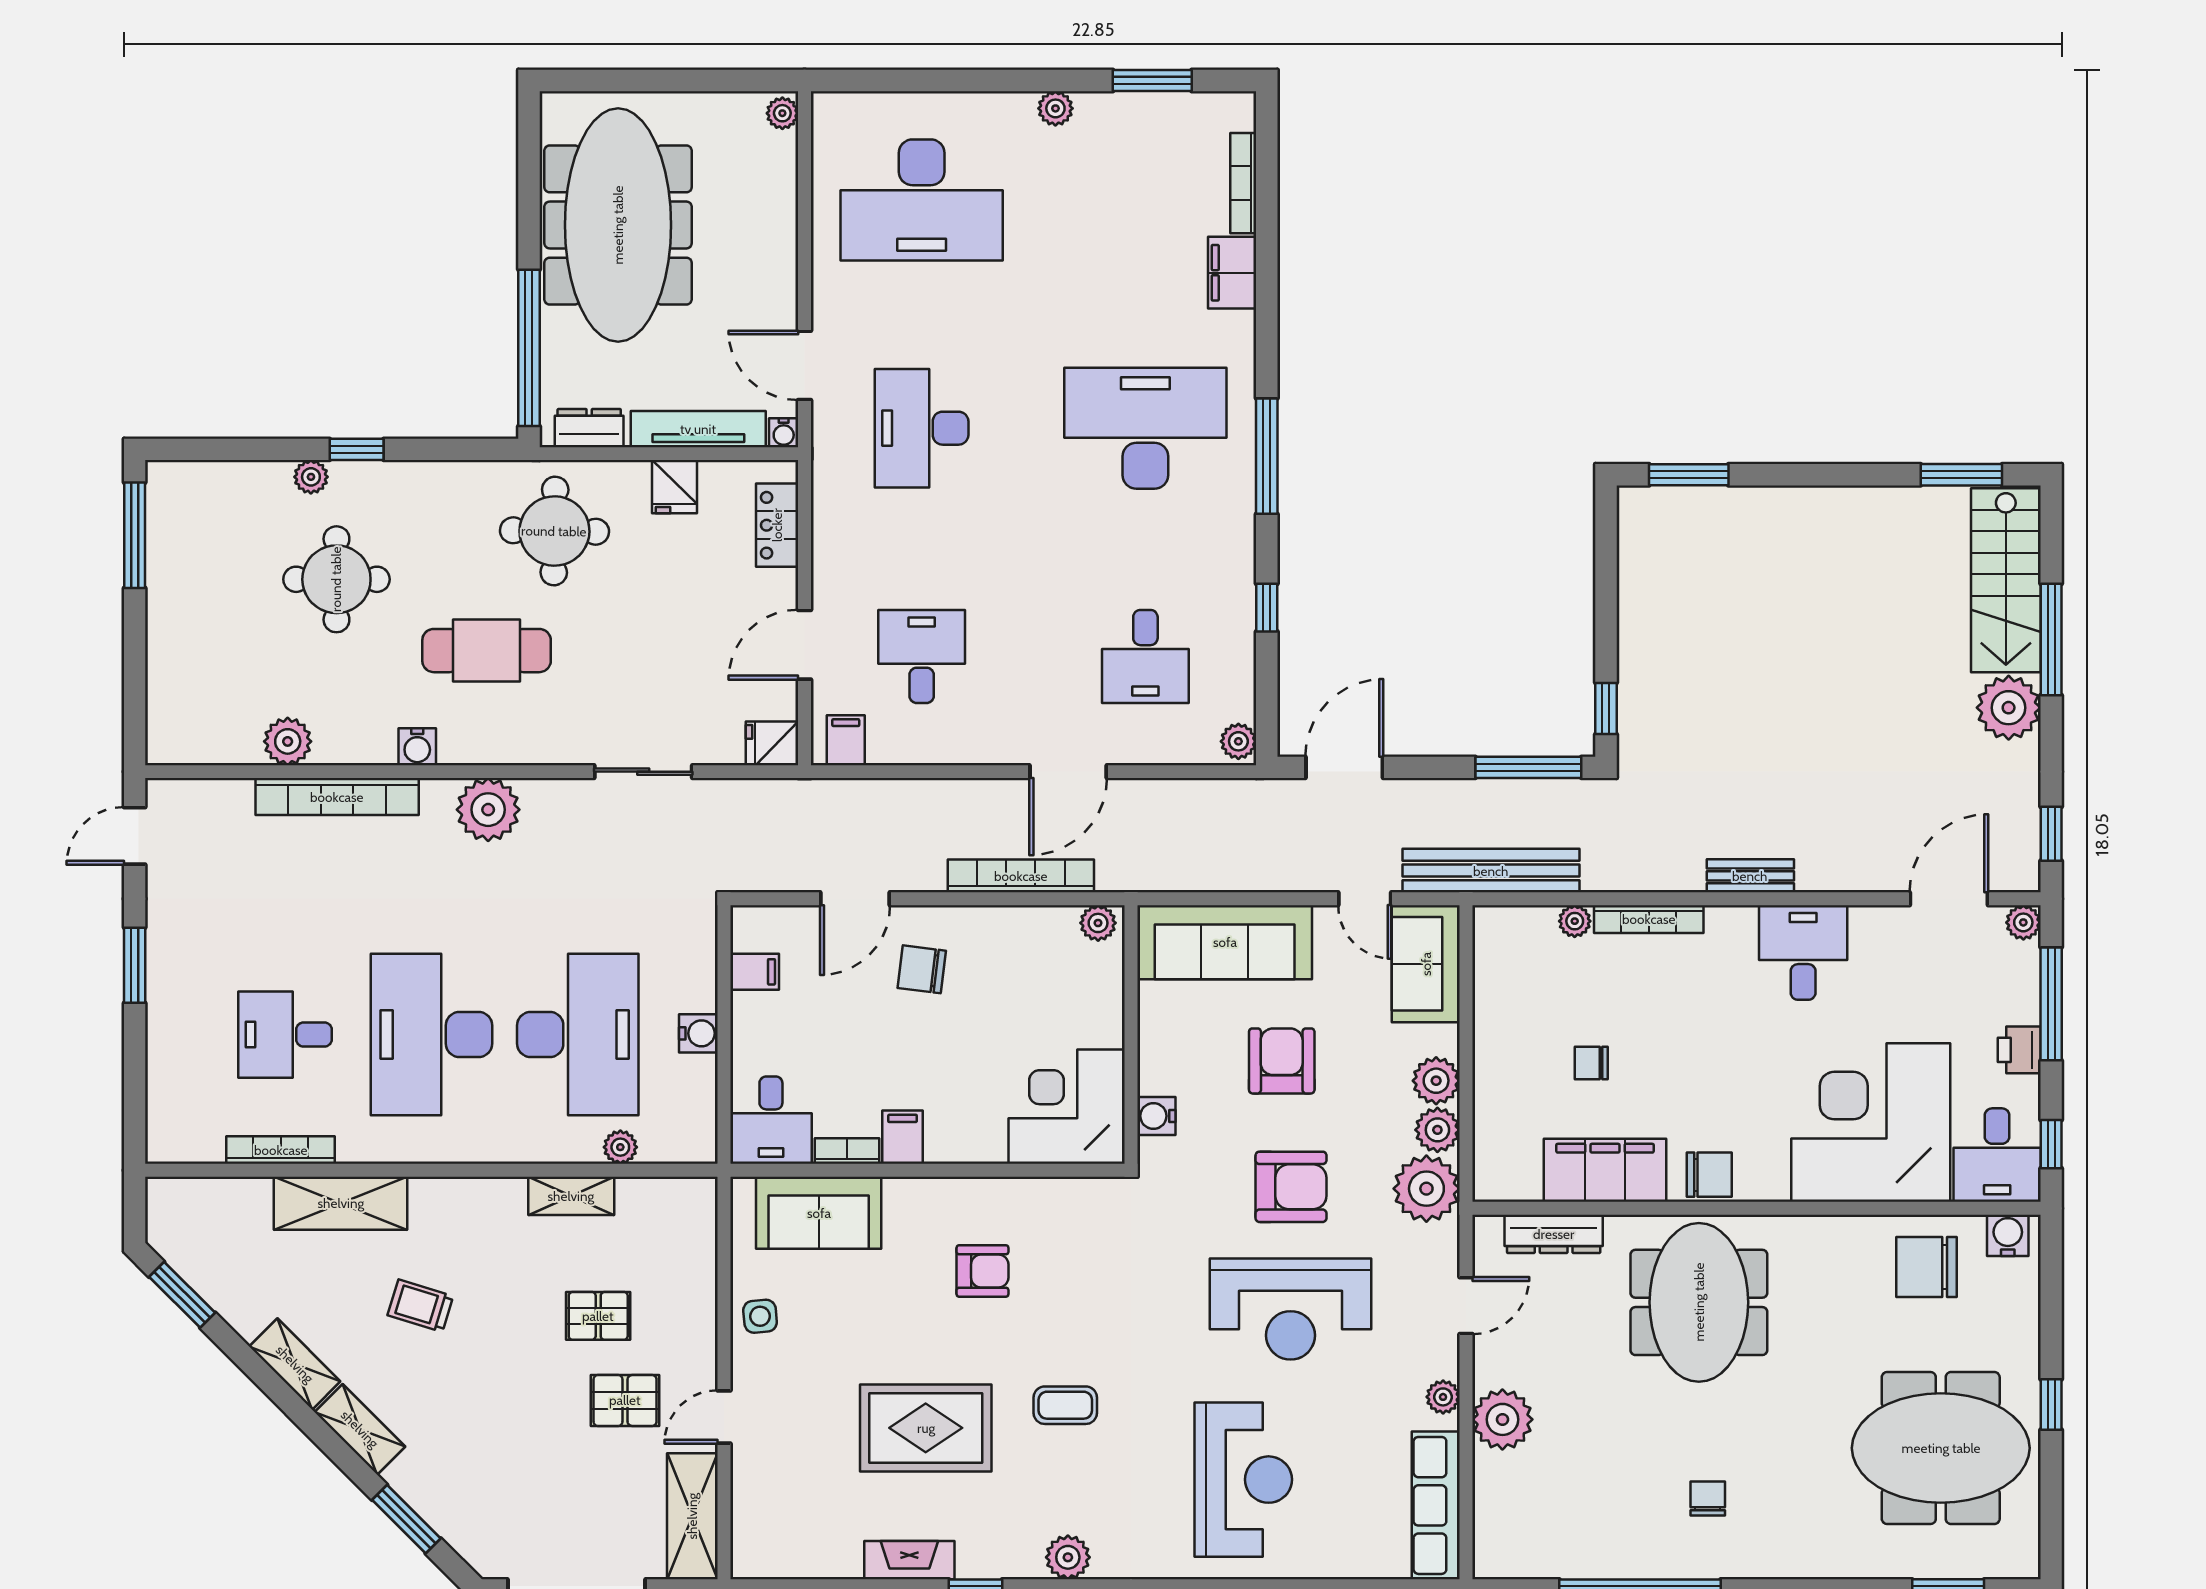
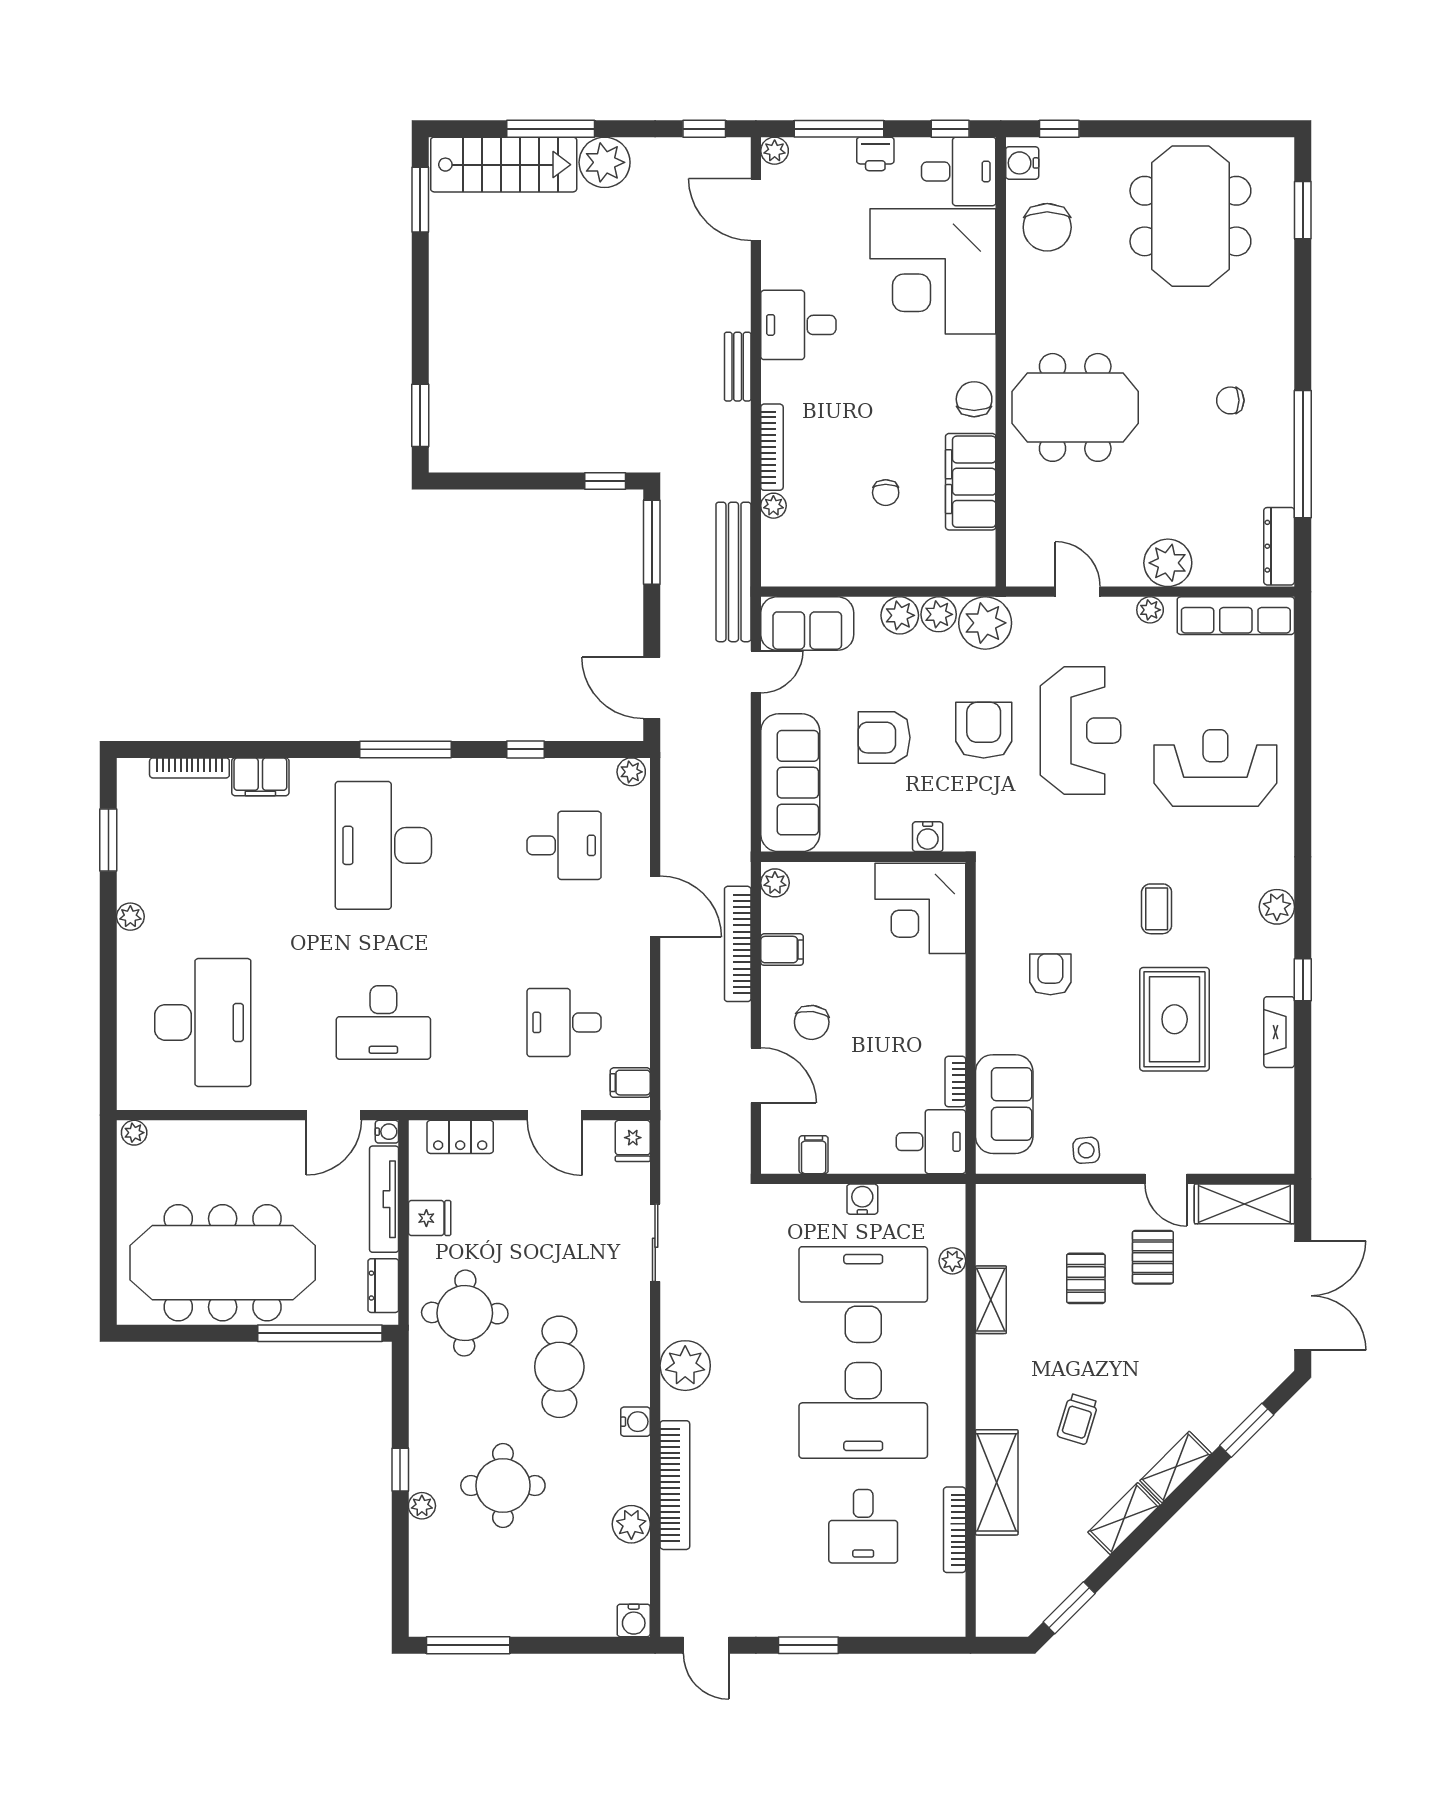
water cooler: (166, 745) -> (634, 1620), added
filing cabinet: (903, 1137) -> (782, 950), moved, turned 180
dresser: (1554, 1234) -> (1279, 546), moved, turned 180
window: (2051, 1404) -> (1059, 129), moved

